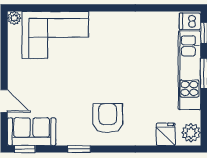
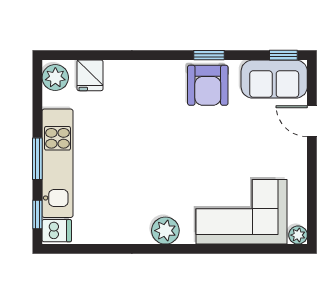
plant: (111, 21) -> (165, 231), added
armchair: (108, 118) -> (208, 85), moved

